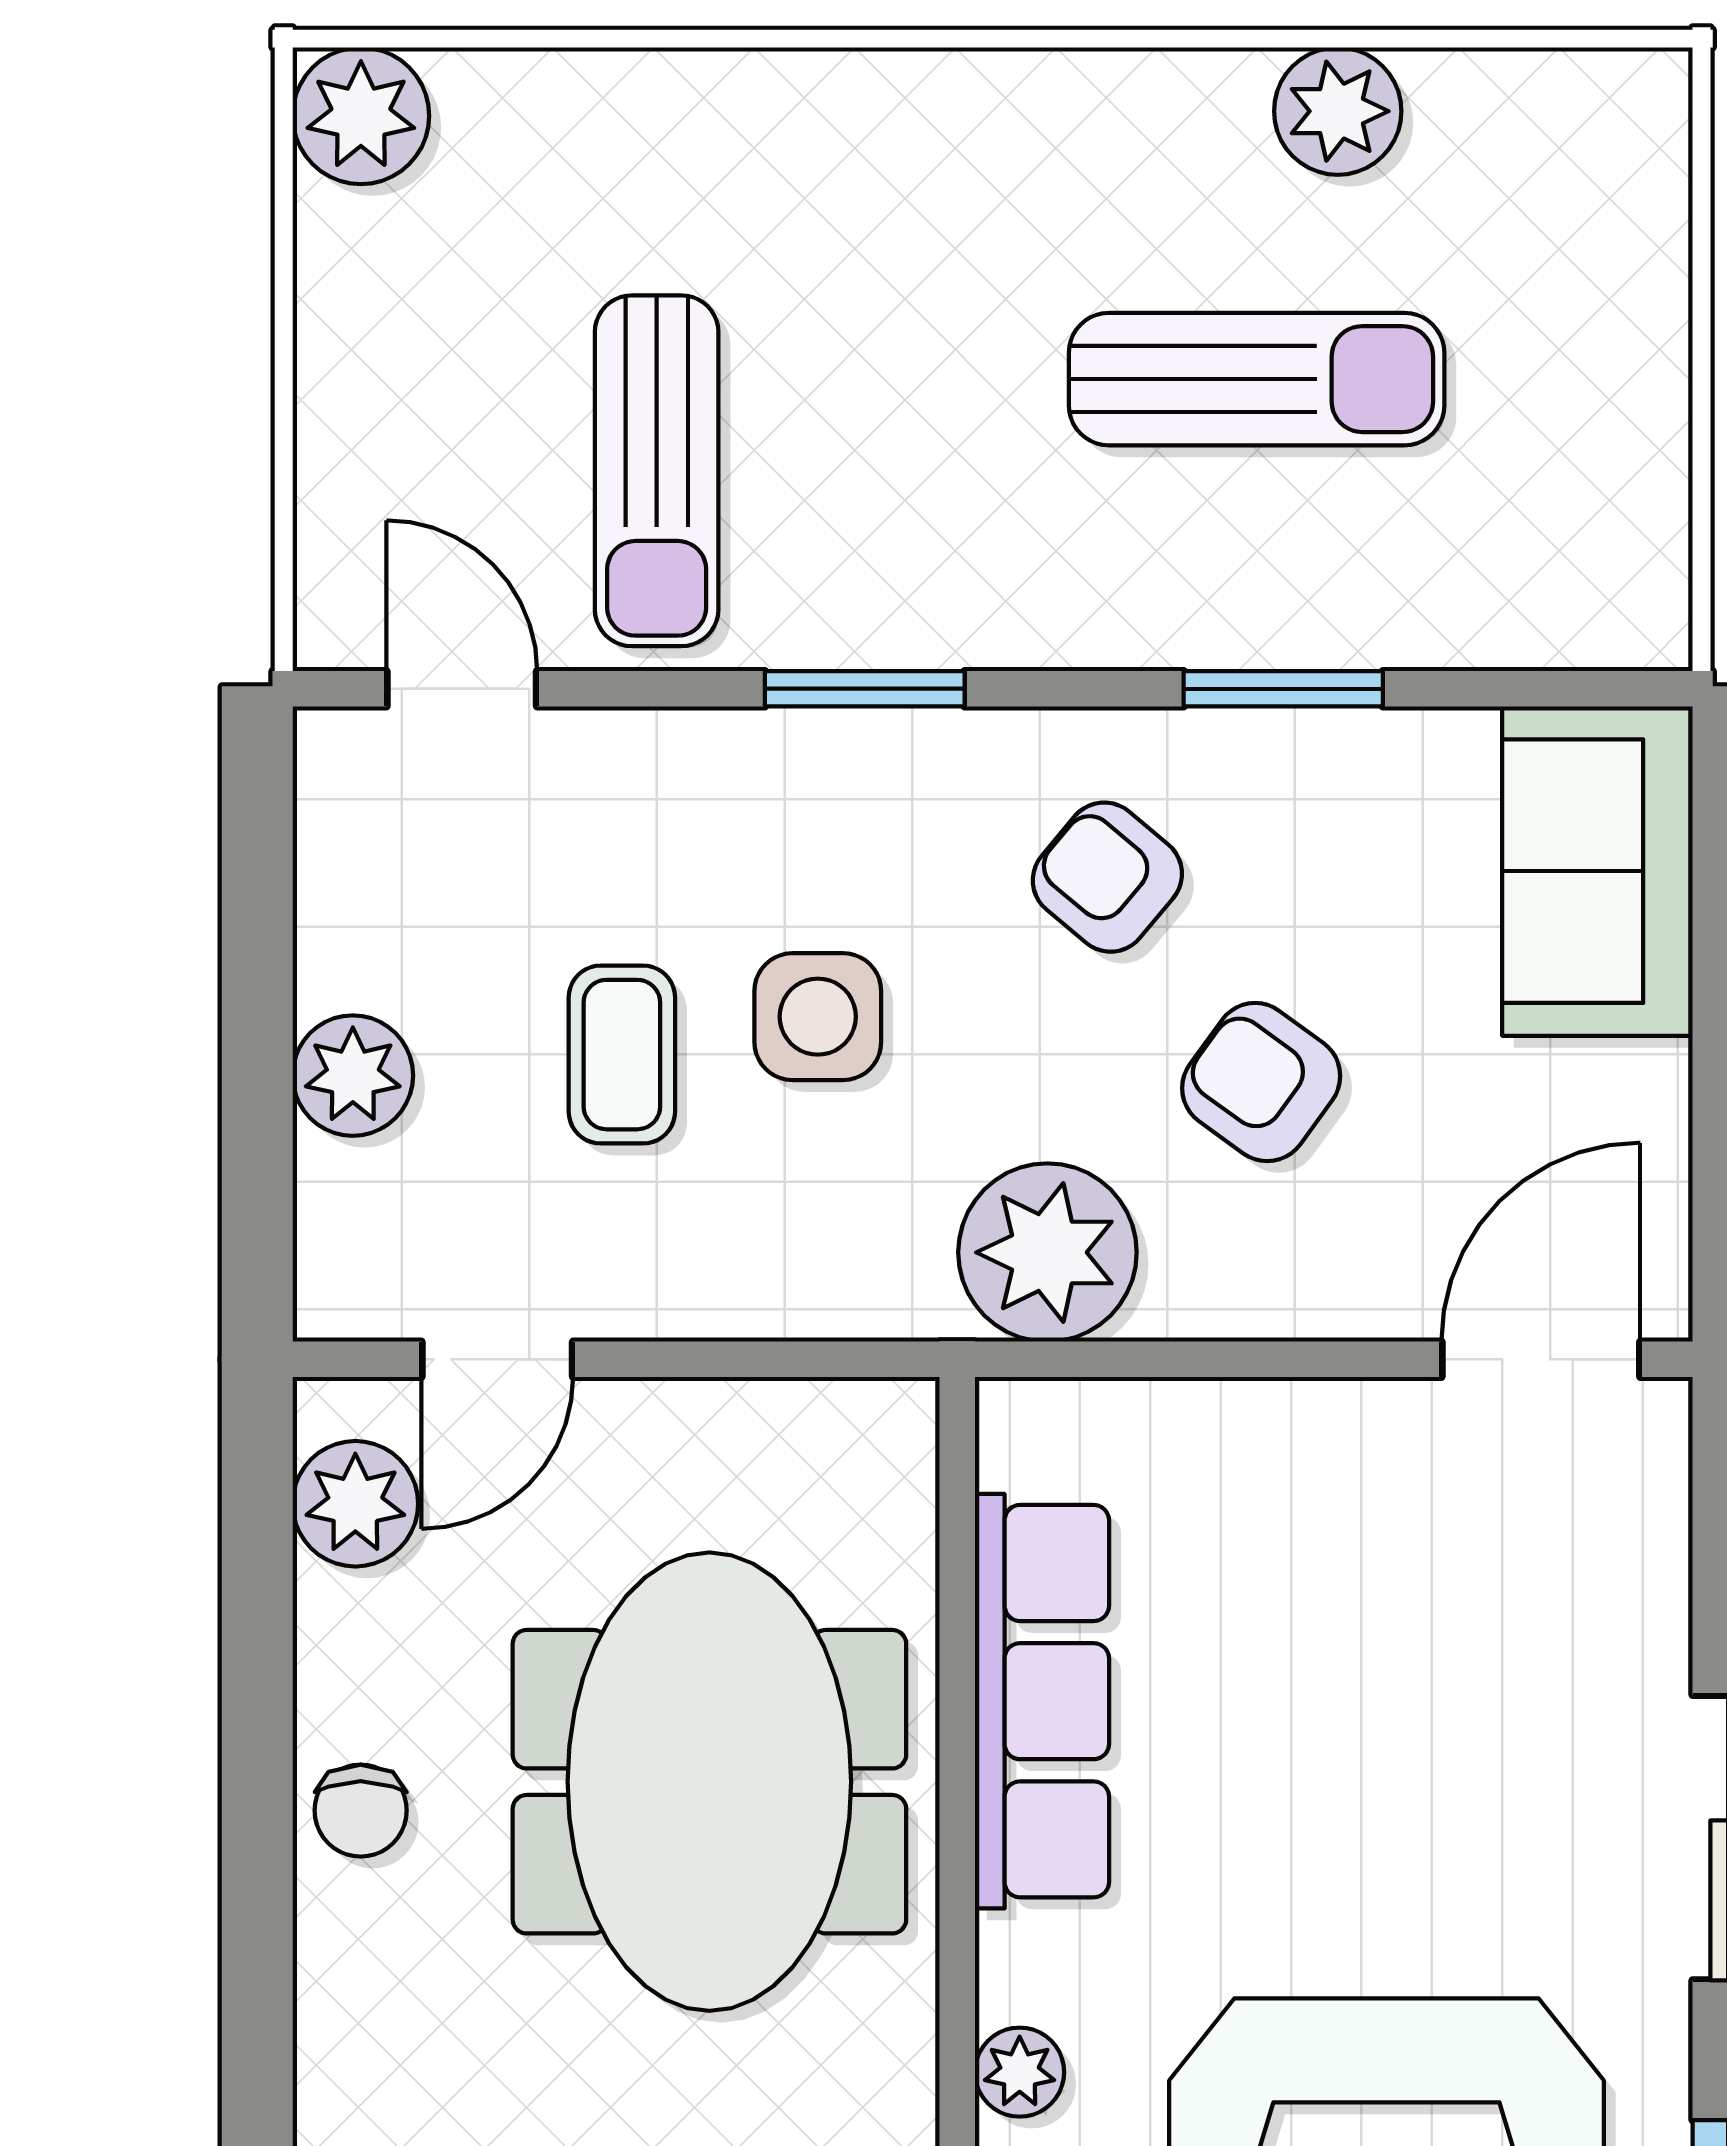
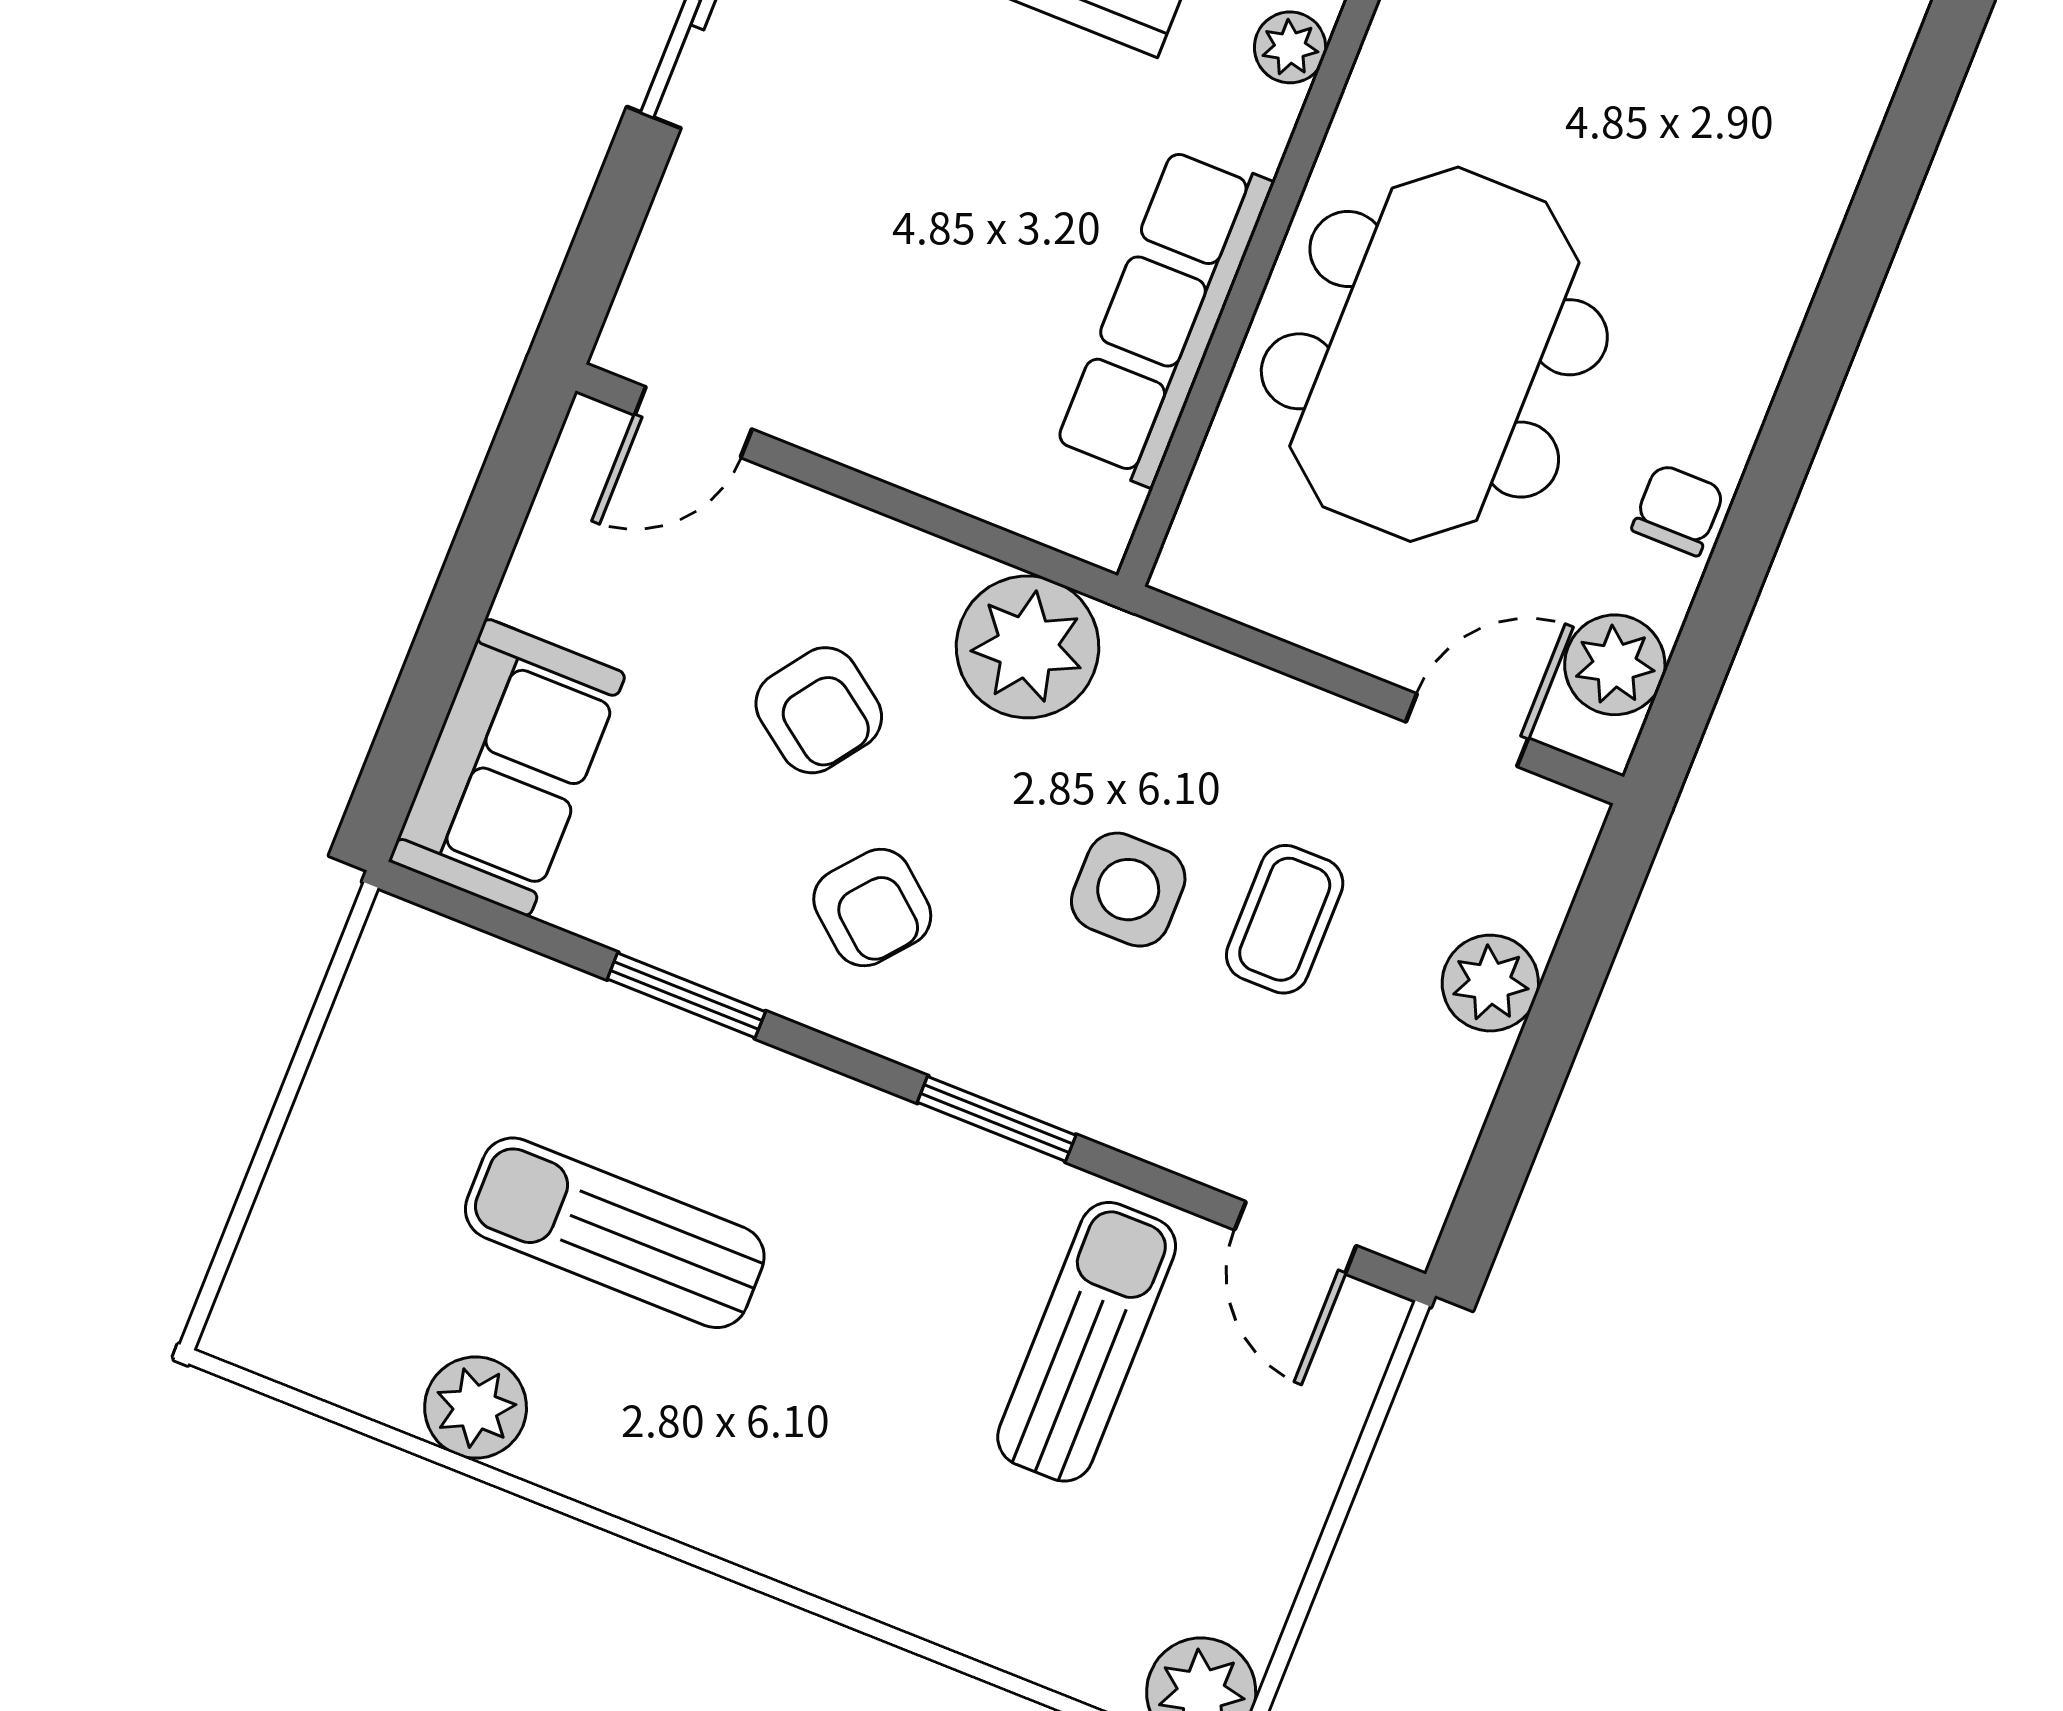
door: (1541, 1359) -> (693, 422), width x0.73
chair: (361, 1811) -> (1678, 510), moved

